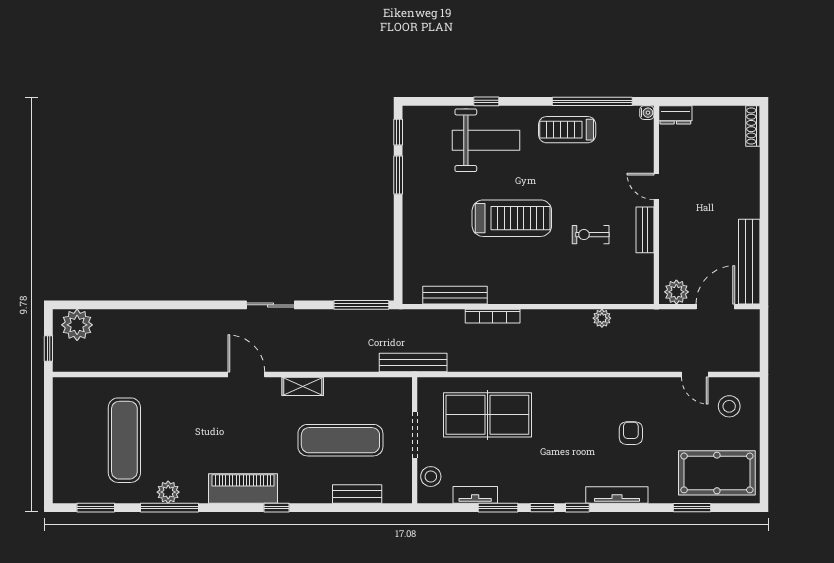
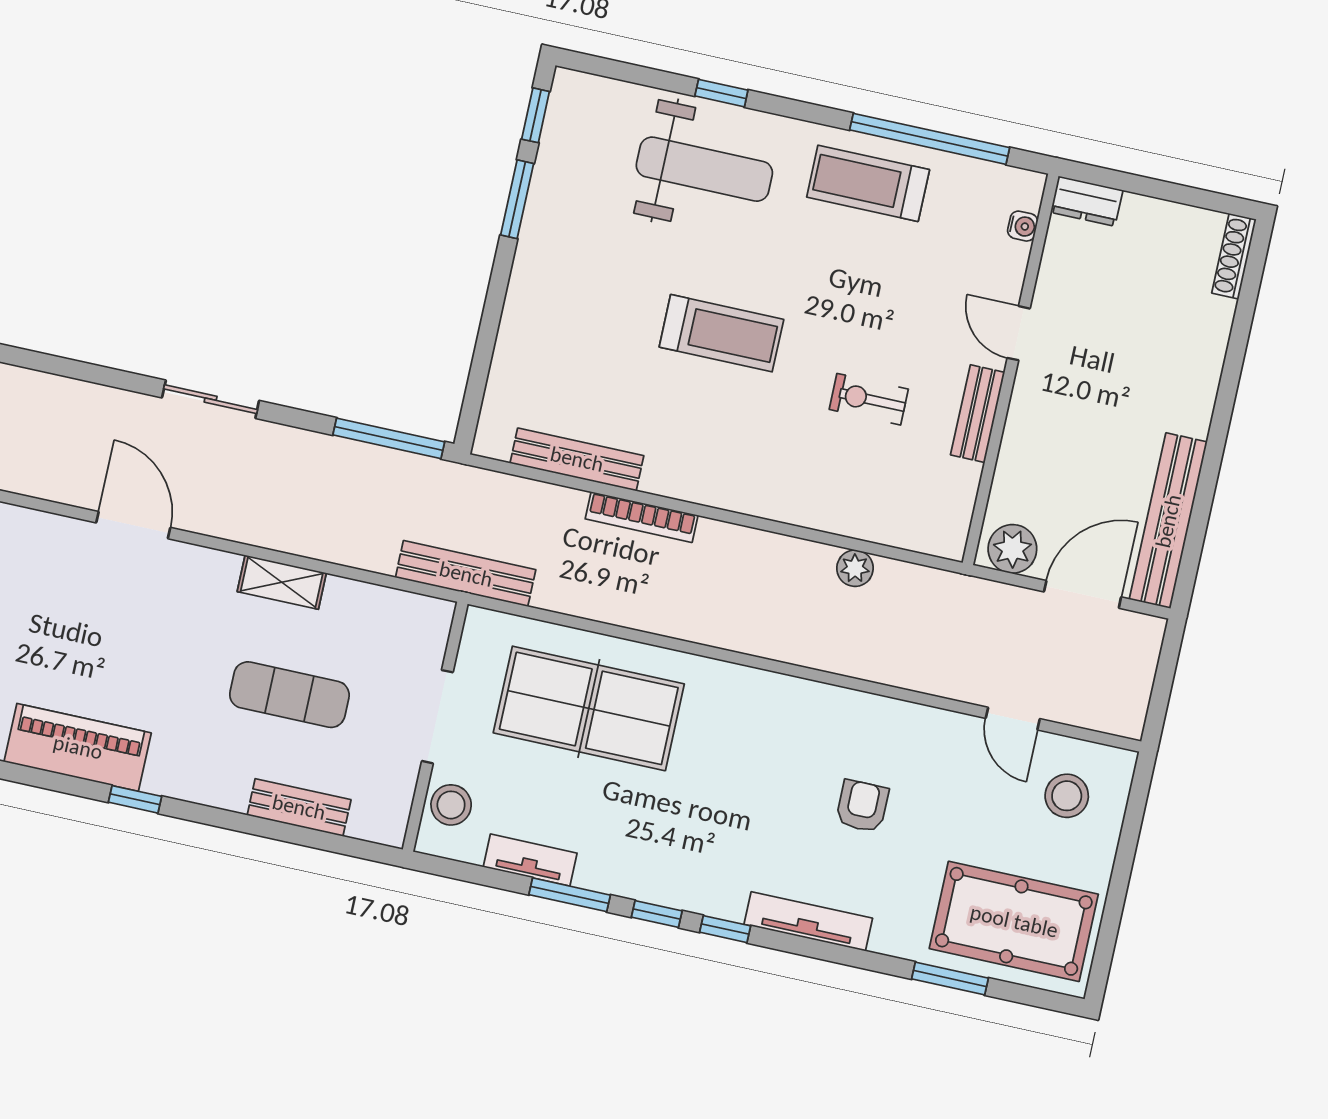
water cooler: (647, 113) -> (1023, 226), moved
treadmill: (512, 218) -> (721, 333), width x0.73, depth x0.73
shelving: (303, 386) -> (282, 582), moved
exercise mat: (340, 440) -> (289, 695), width x0.73, depth x0.69

